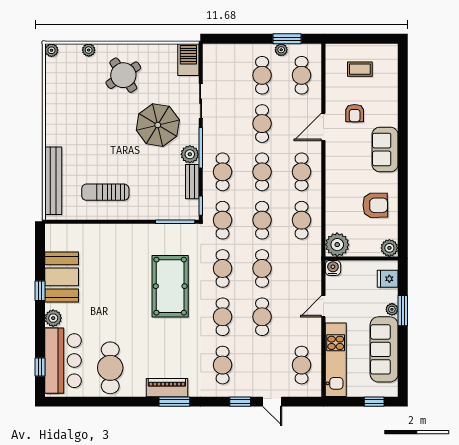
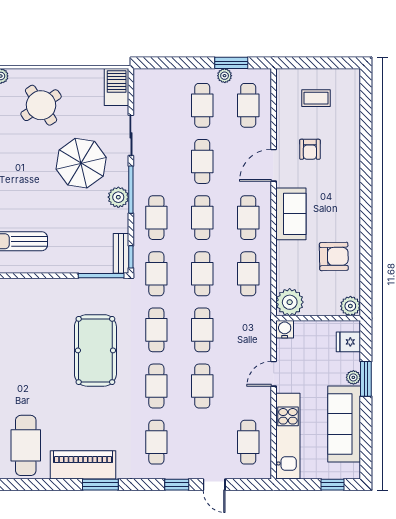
sofa: (385, 149) -> (291, 214), moved, turned 180
bench: (192, 182) -> (121, 253), moved
piano: (167, 388) -> (83, 465), width x1.37, depth x1.33

